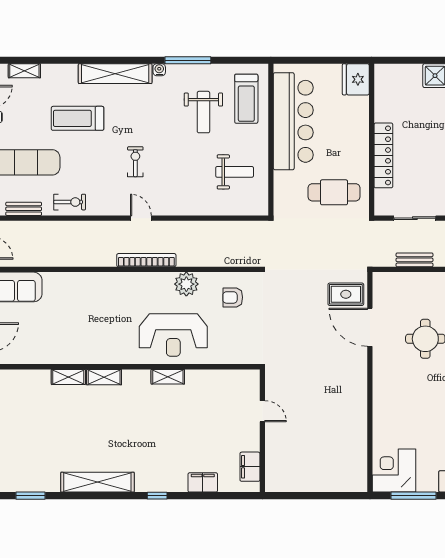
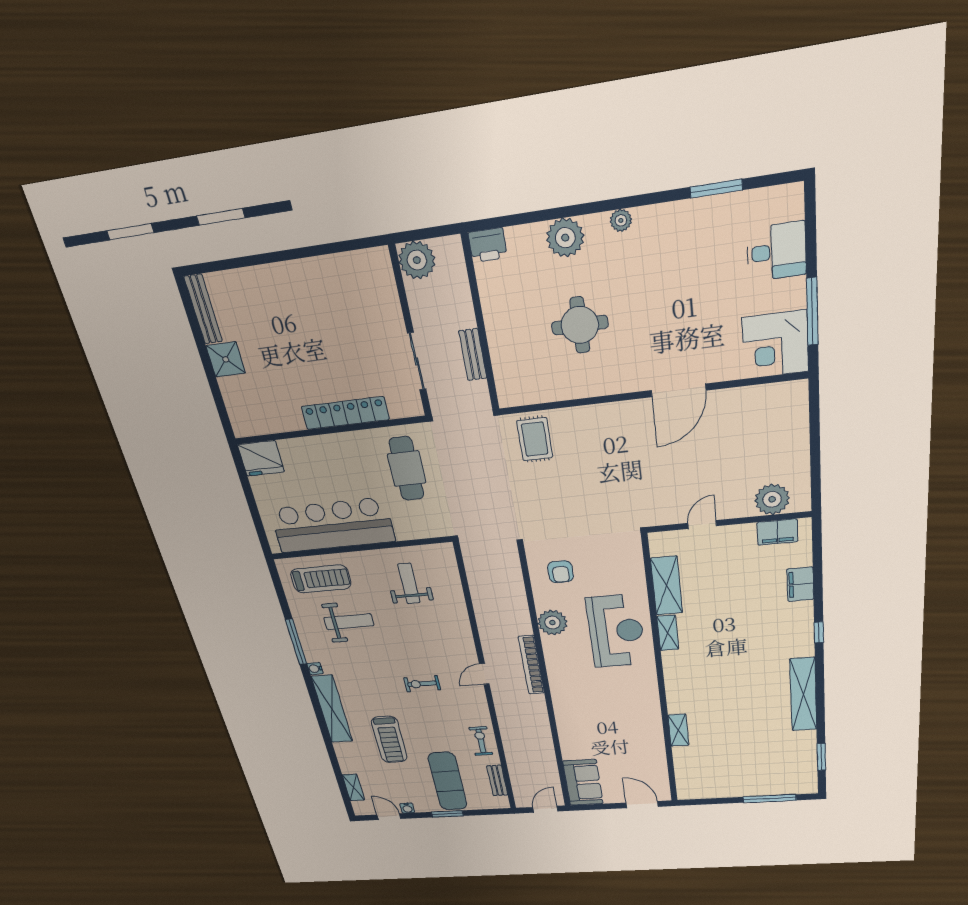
door: (370, 327) -> (678, 390), moved
shelving: (104, 377) -> (667, 586), moved, width x1.50, depth x1.33
plant: (278, 464) -> (772, 499), added

